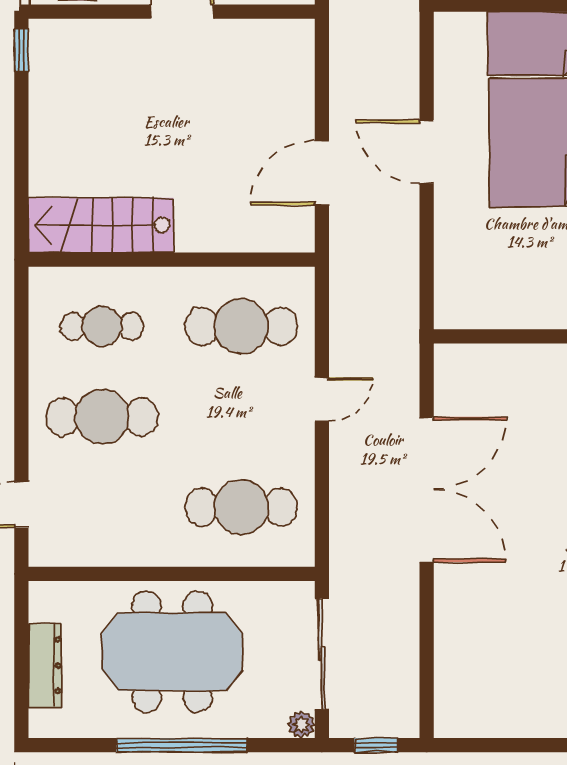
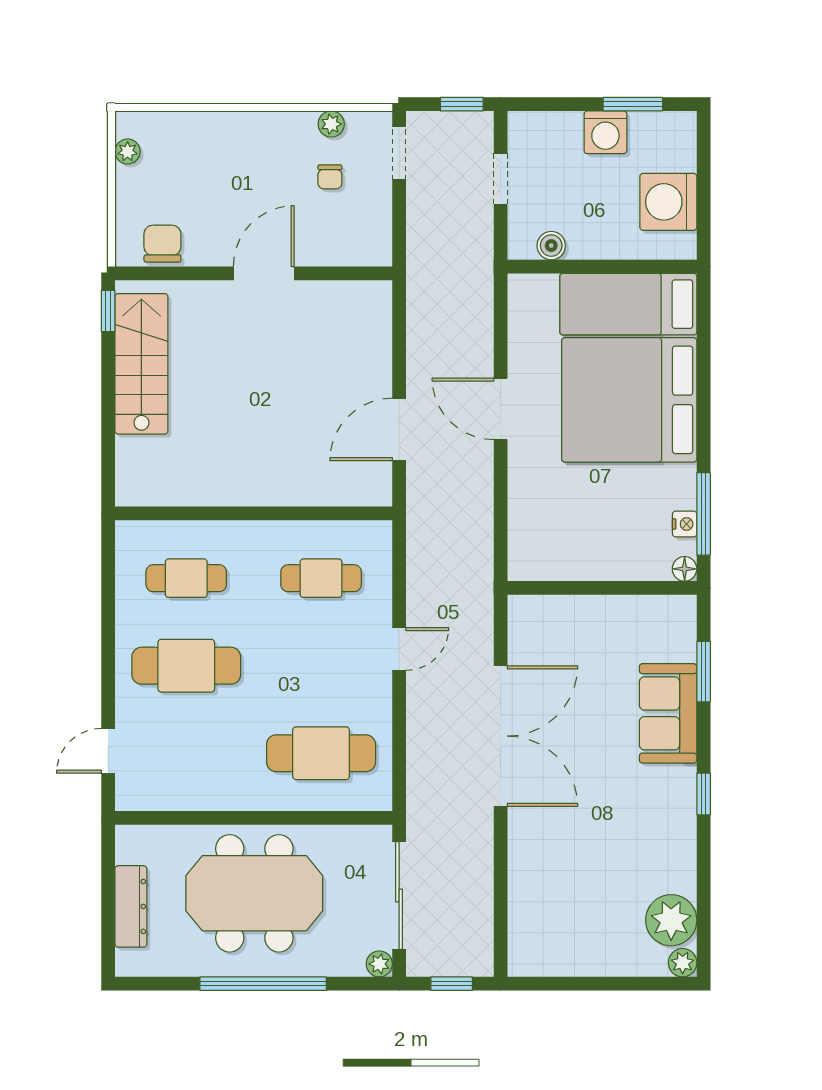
stairs: (101, 225) -> (141, 364), moved, turned 90
cafe table: (241, 326) -> (321, 578), width x0.73, depth x0.74

